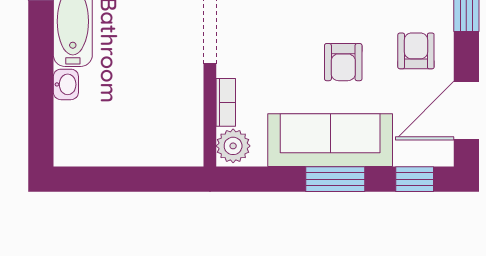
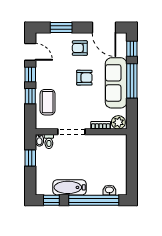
washbasin: (66, 84) -> (109, 190), moved
window: (41, 85) -> (94, 200), added
window: (335, 179) -> (132, 81), width x1.44

